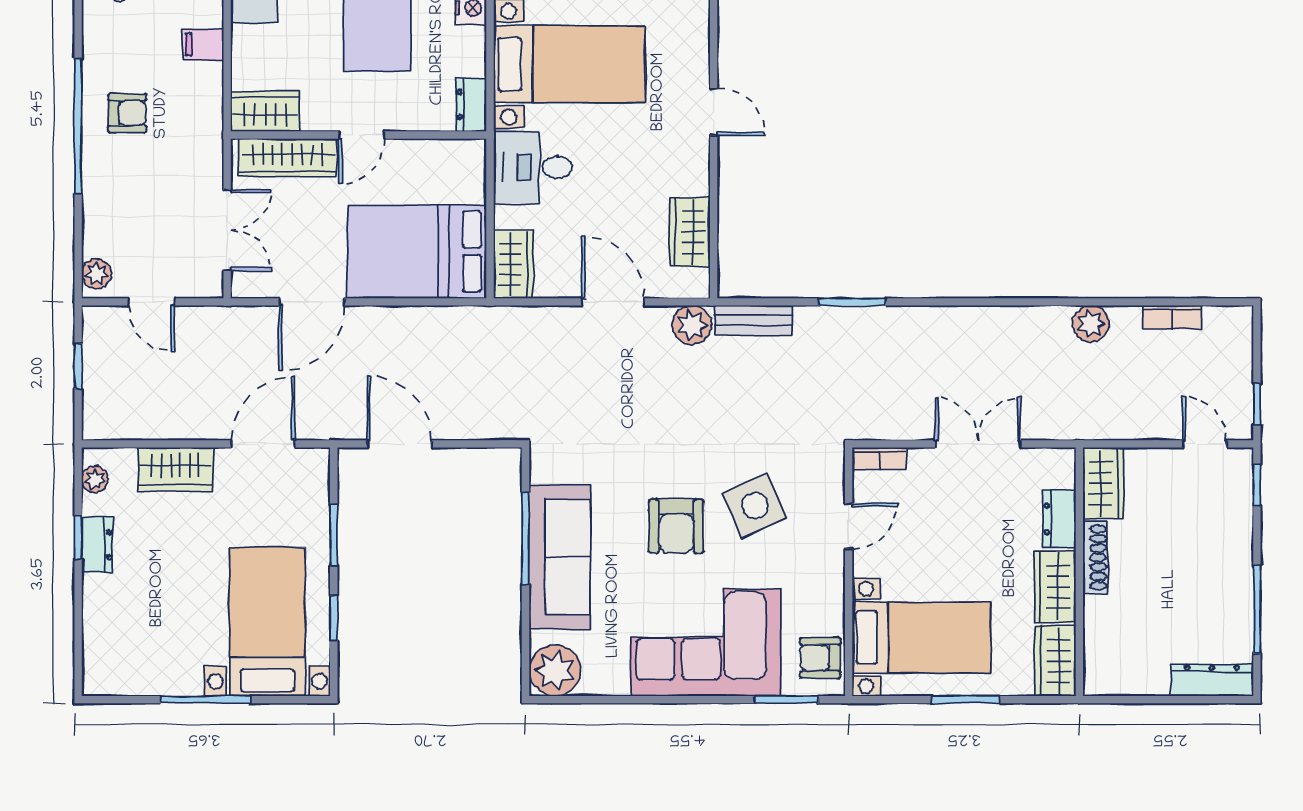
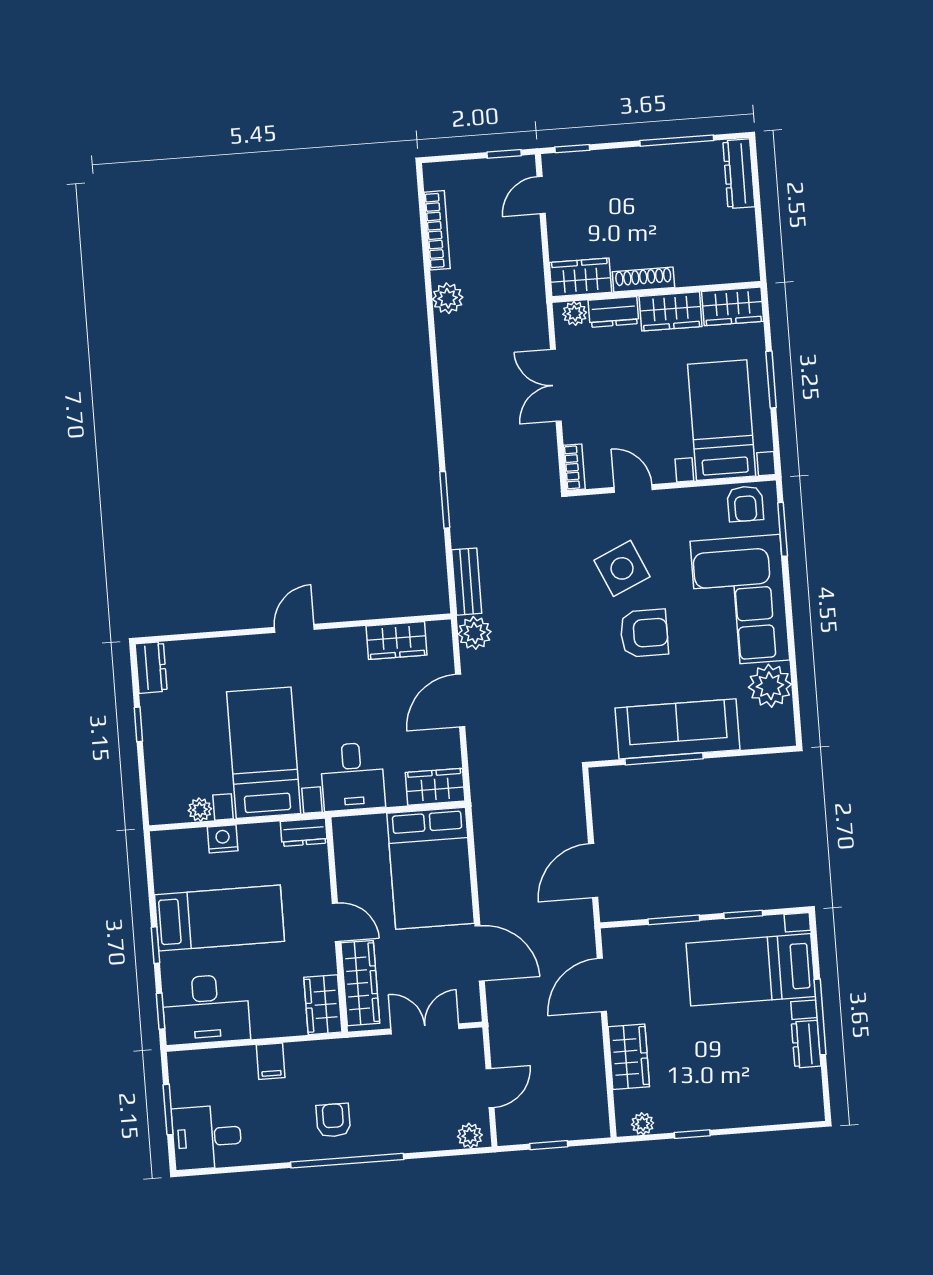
bookcase: (1172, 317) -> (437, 230), width x1.56
door: (263, 444) -> (602, 985), hinge flipped
plant: (1061, 473) -> (575, 313), added
dresser: (97, 545) -> (806, 1044), moved, turned -90
plant: (555, 670) -> (770, 686), moved

